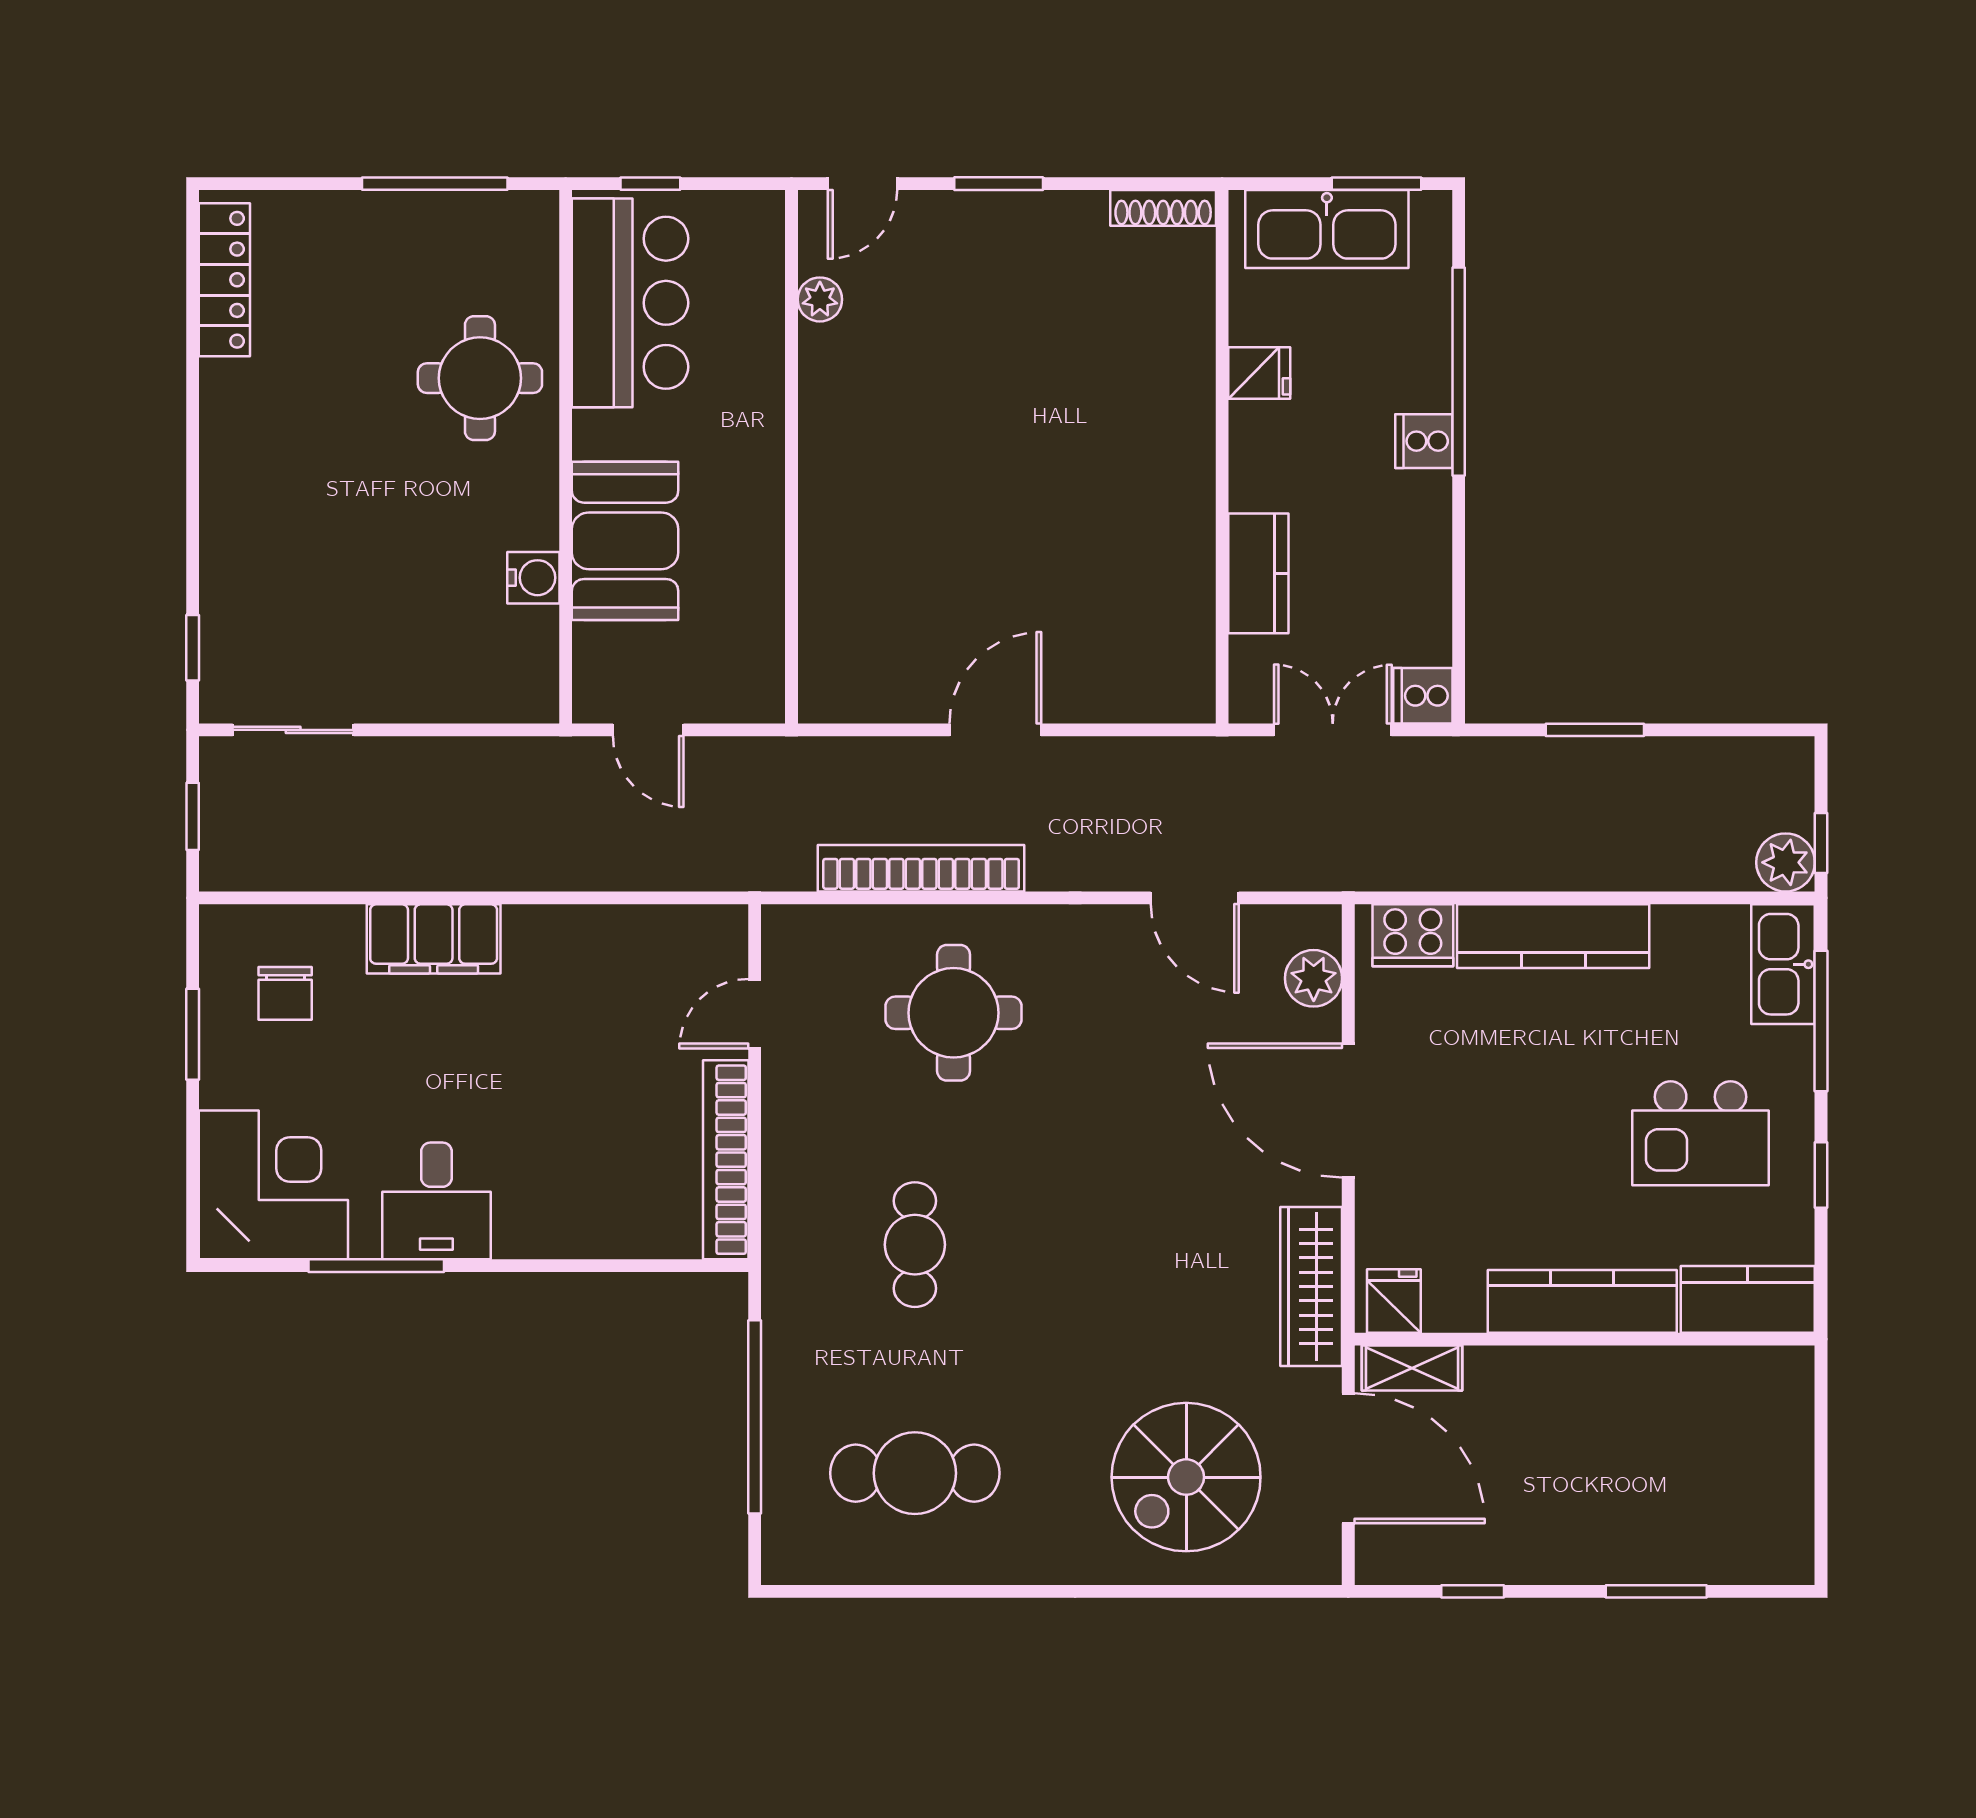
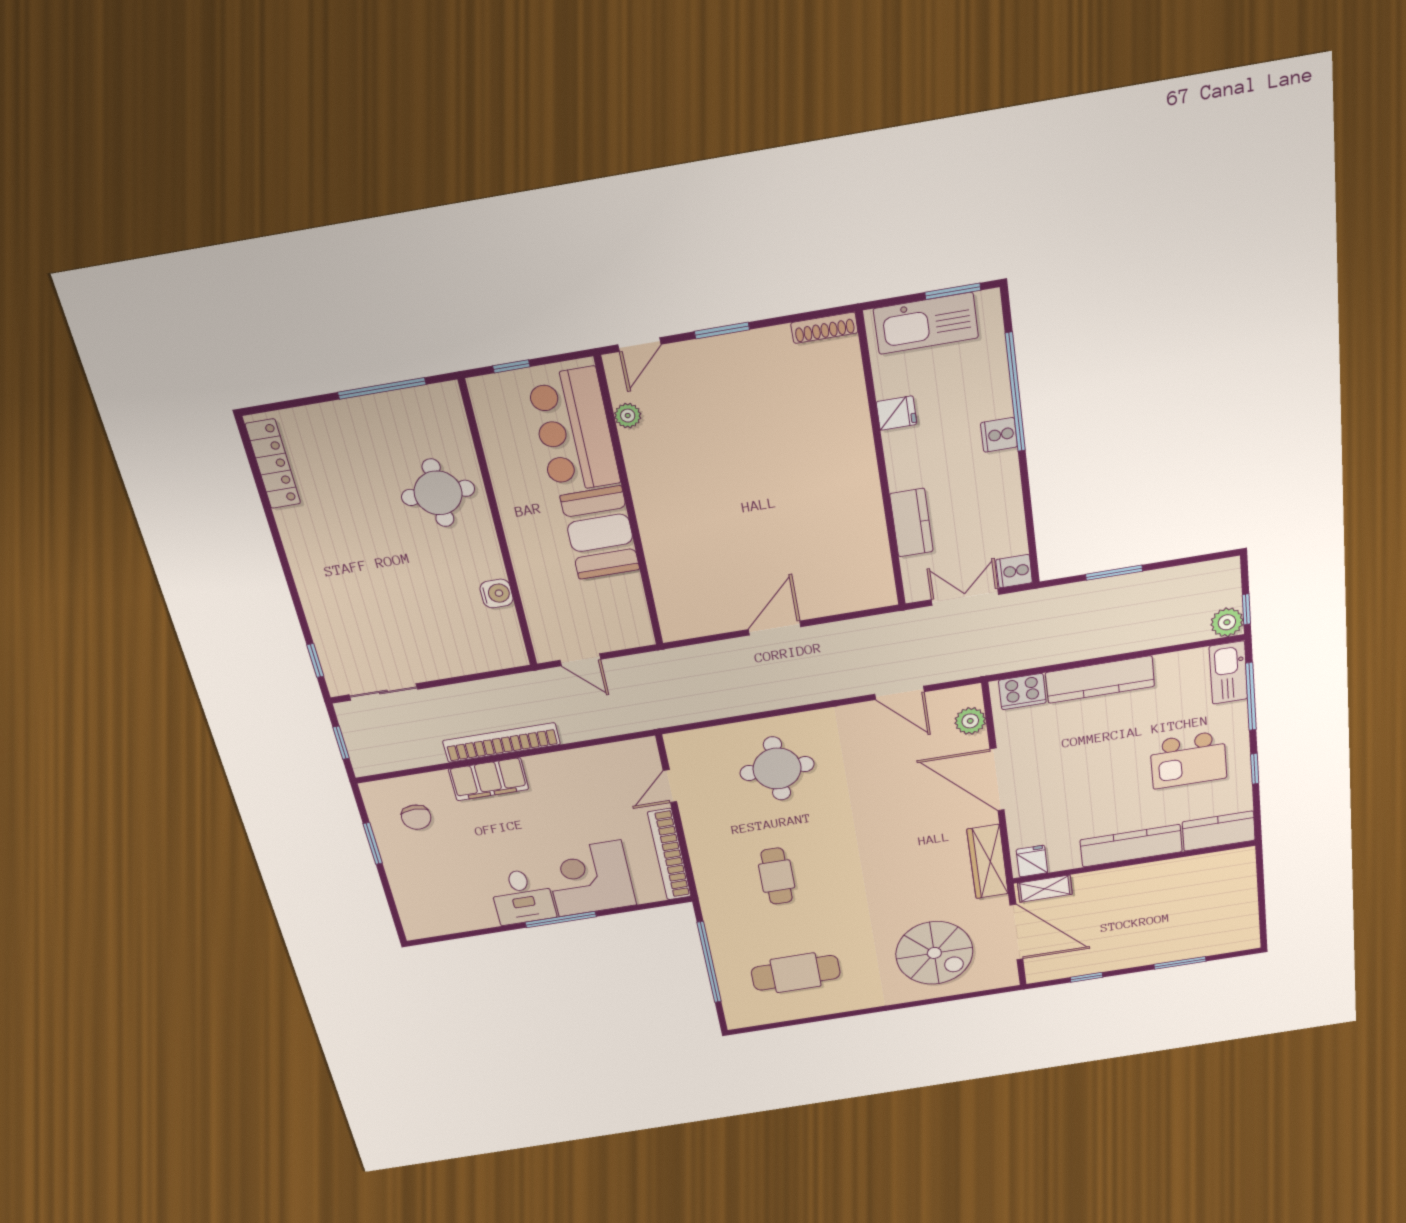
bar counter: (630, 303) -> (574, 431), moved, turned 180
booth: (625, 541) -> (600, 533), moved
bookcase: (921, 868) -> (501, 743), moved
corner desk: (273, 1185) -> (590, 879), moved, turned -90
window: (376, 1266) -> (561, 920), moved
spiral stairs: (1186, 1477) -> (934, 953), turned -90

